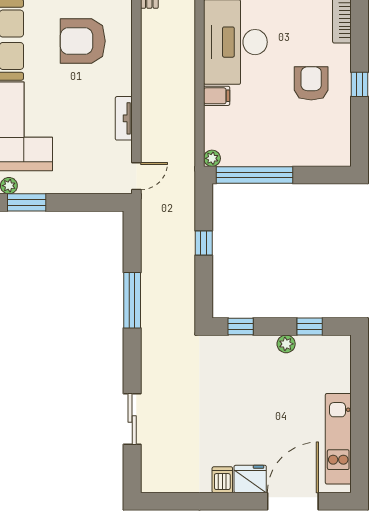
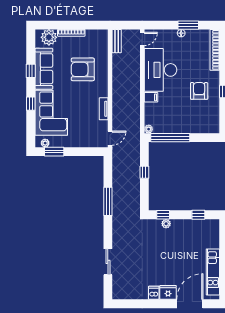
plant: (286, 344) -> (166, 224), moved

